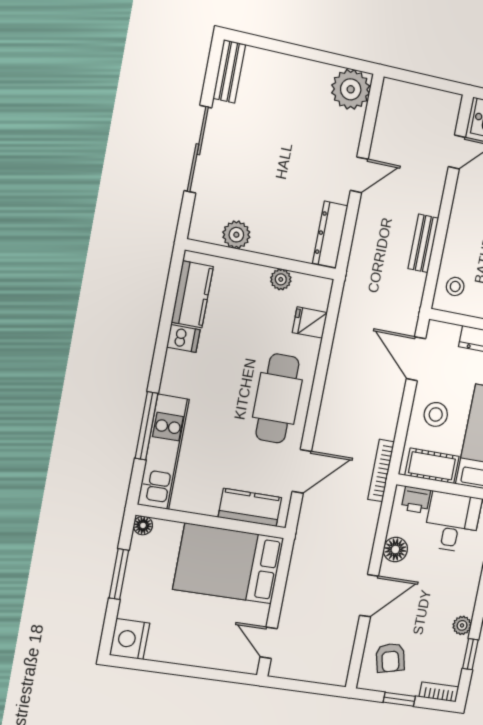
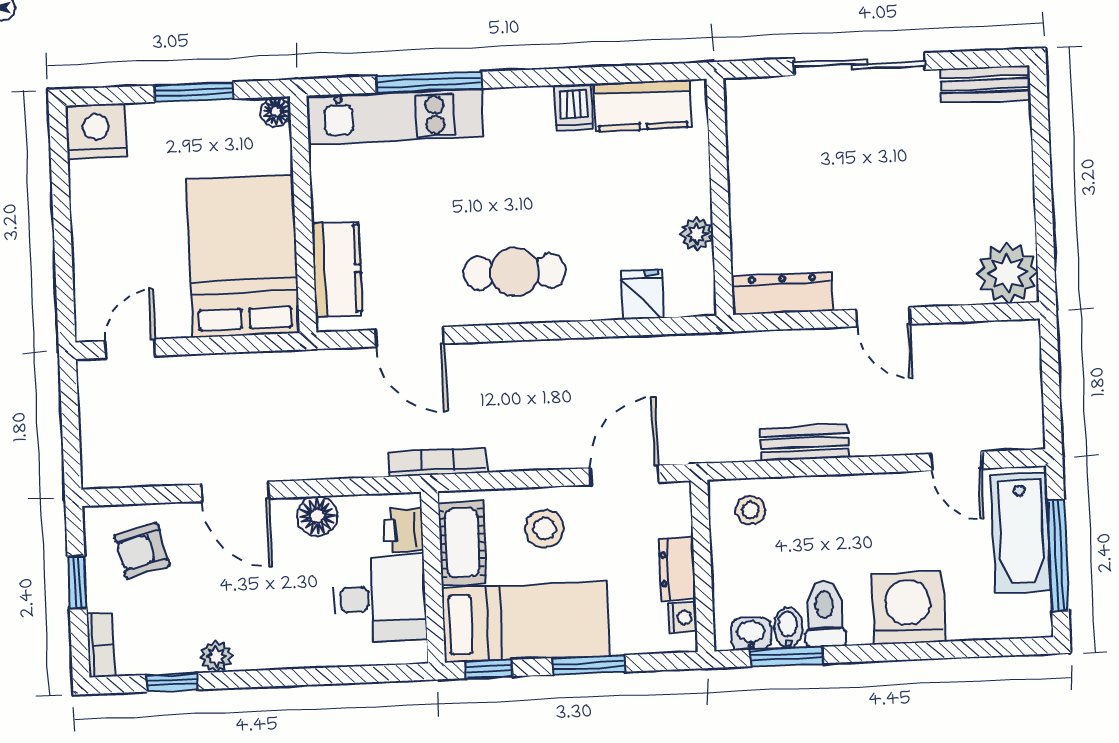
plant: (236, 235) -> (747, 151), removed
cafe table: (277, 398) -> (514, 272), width x0.73, depth x0.74

